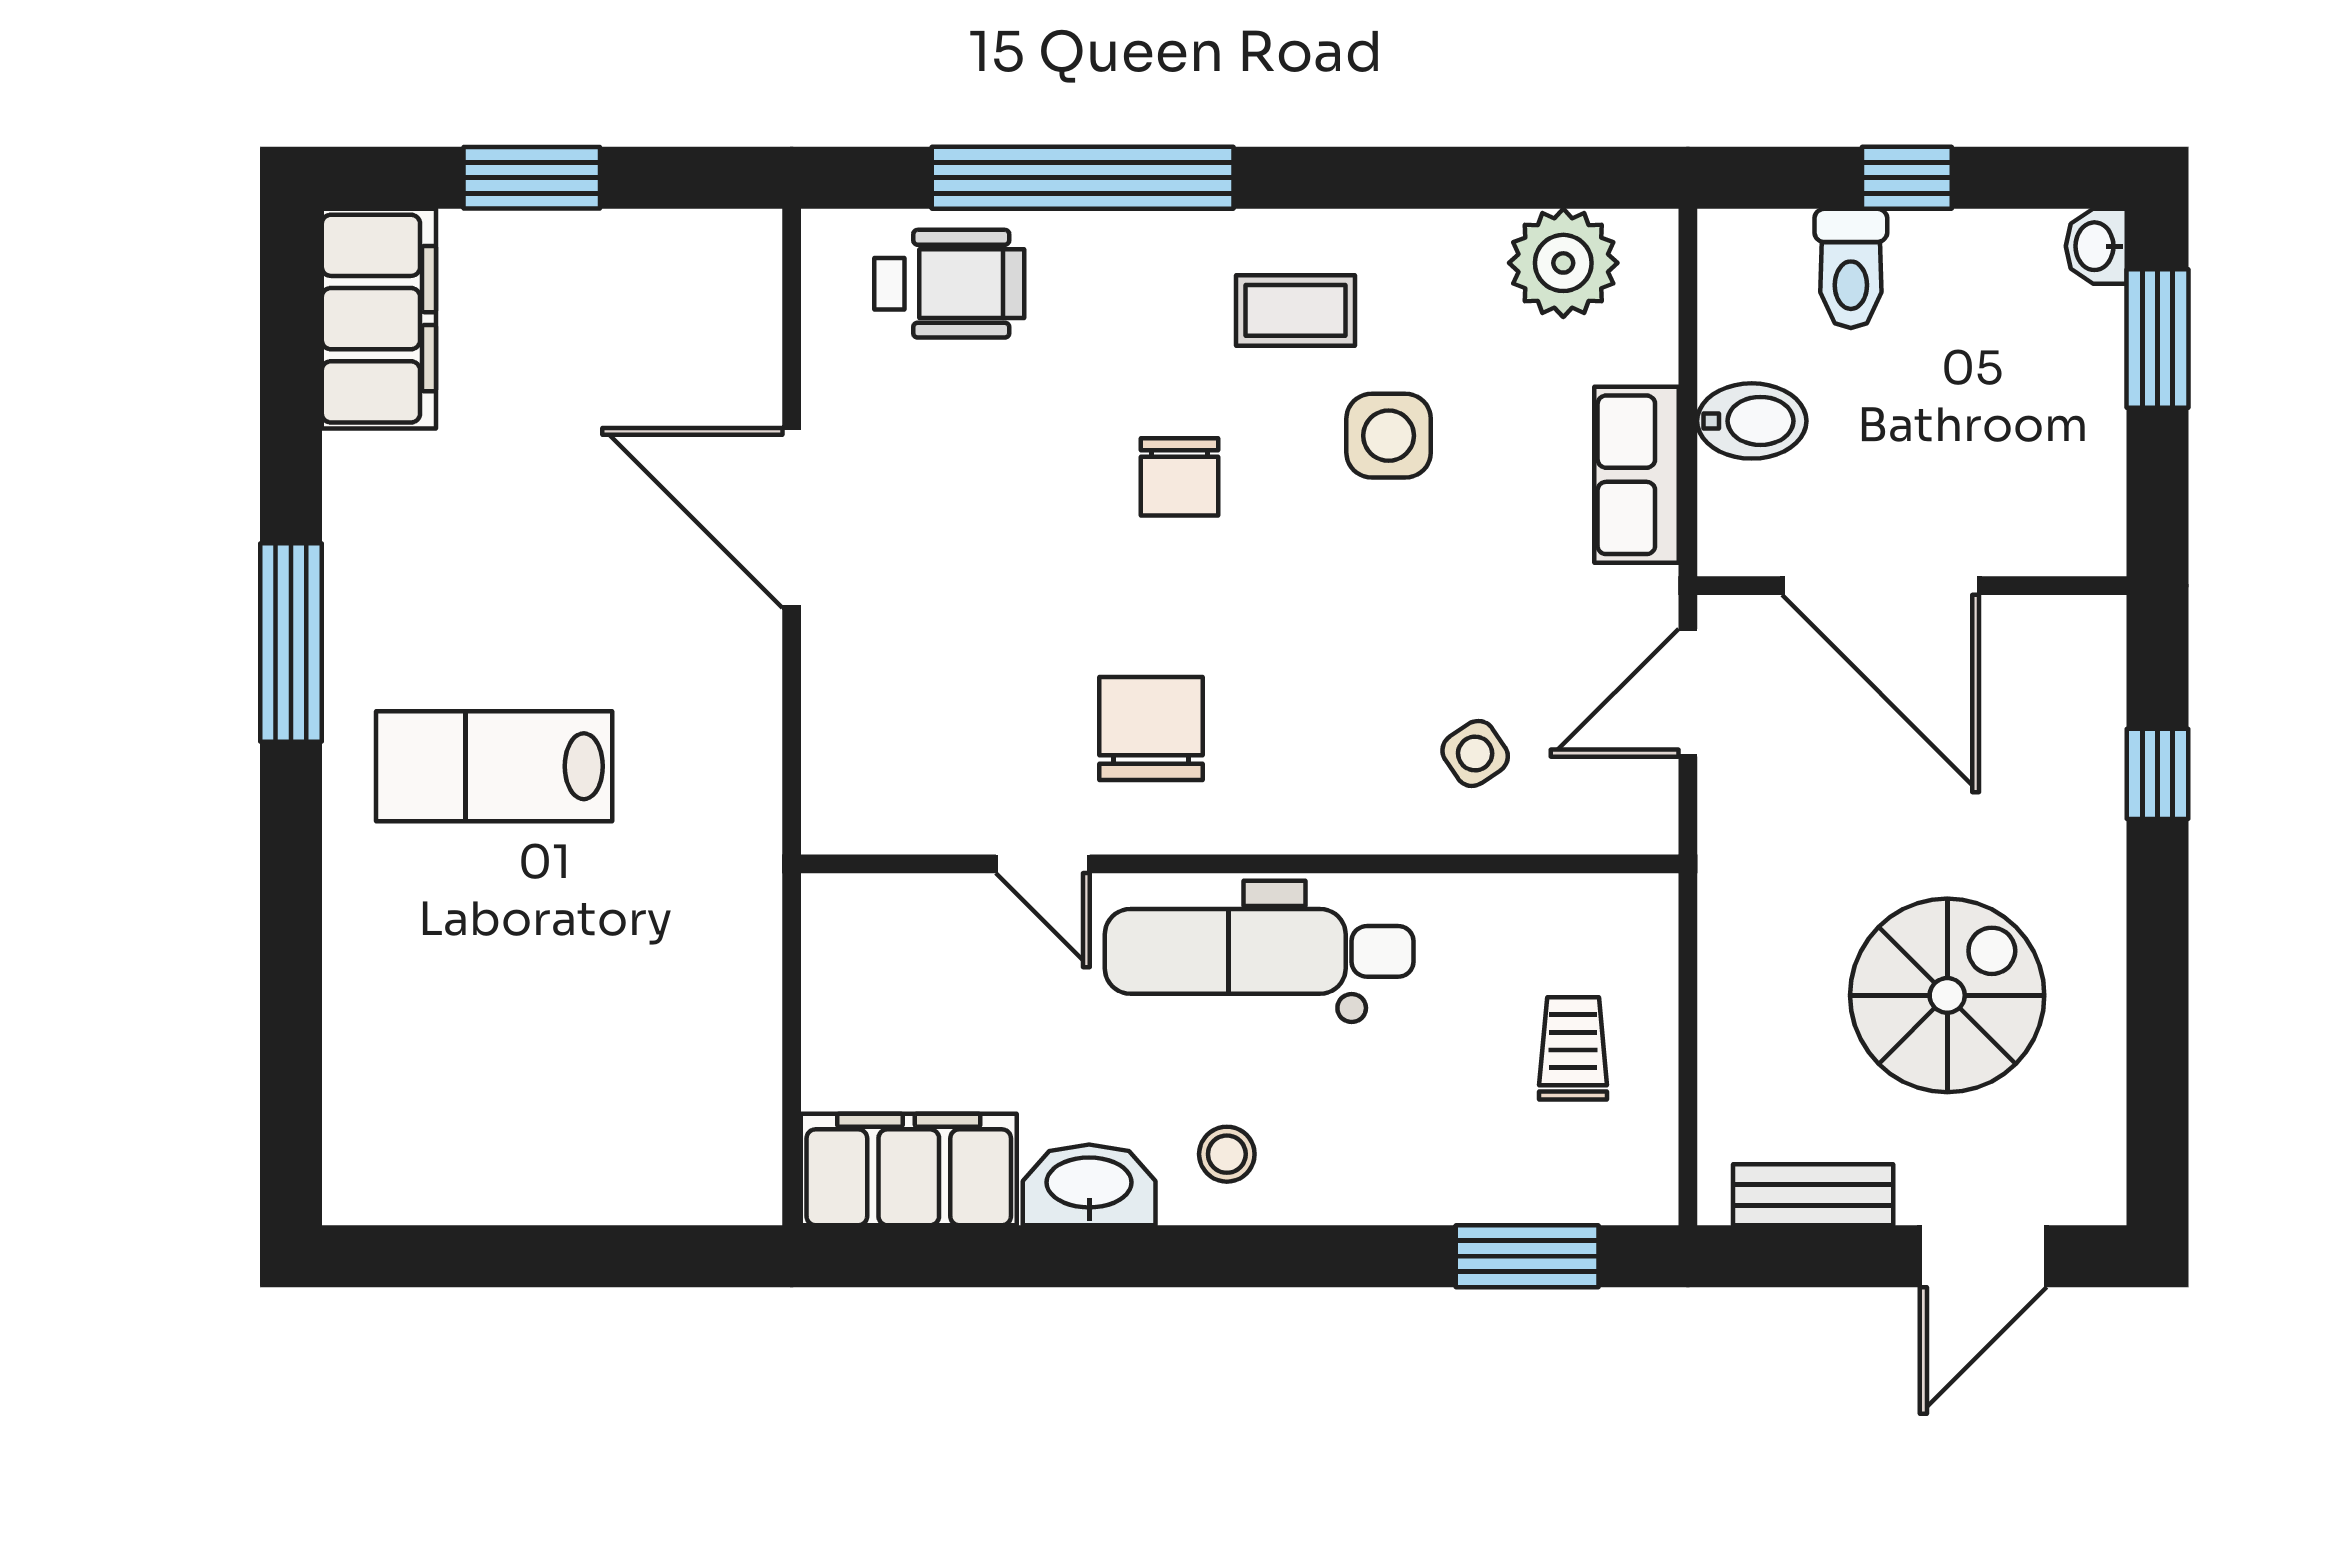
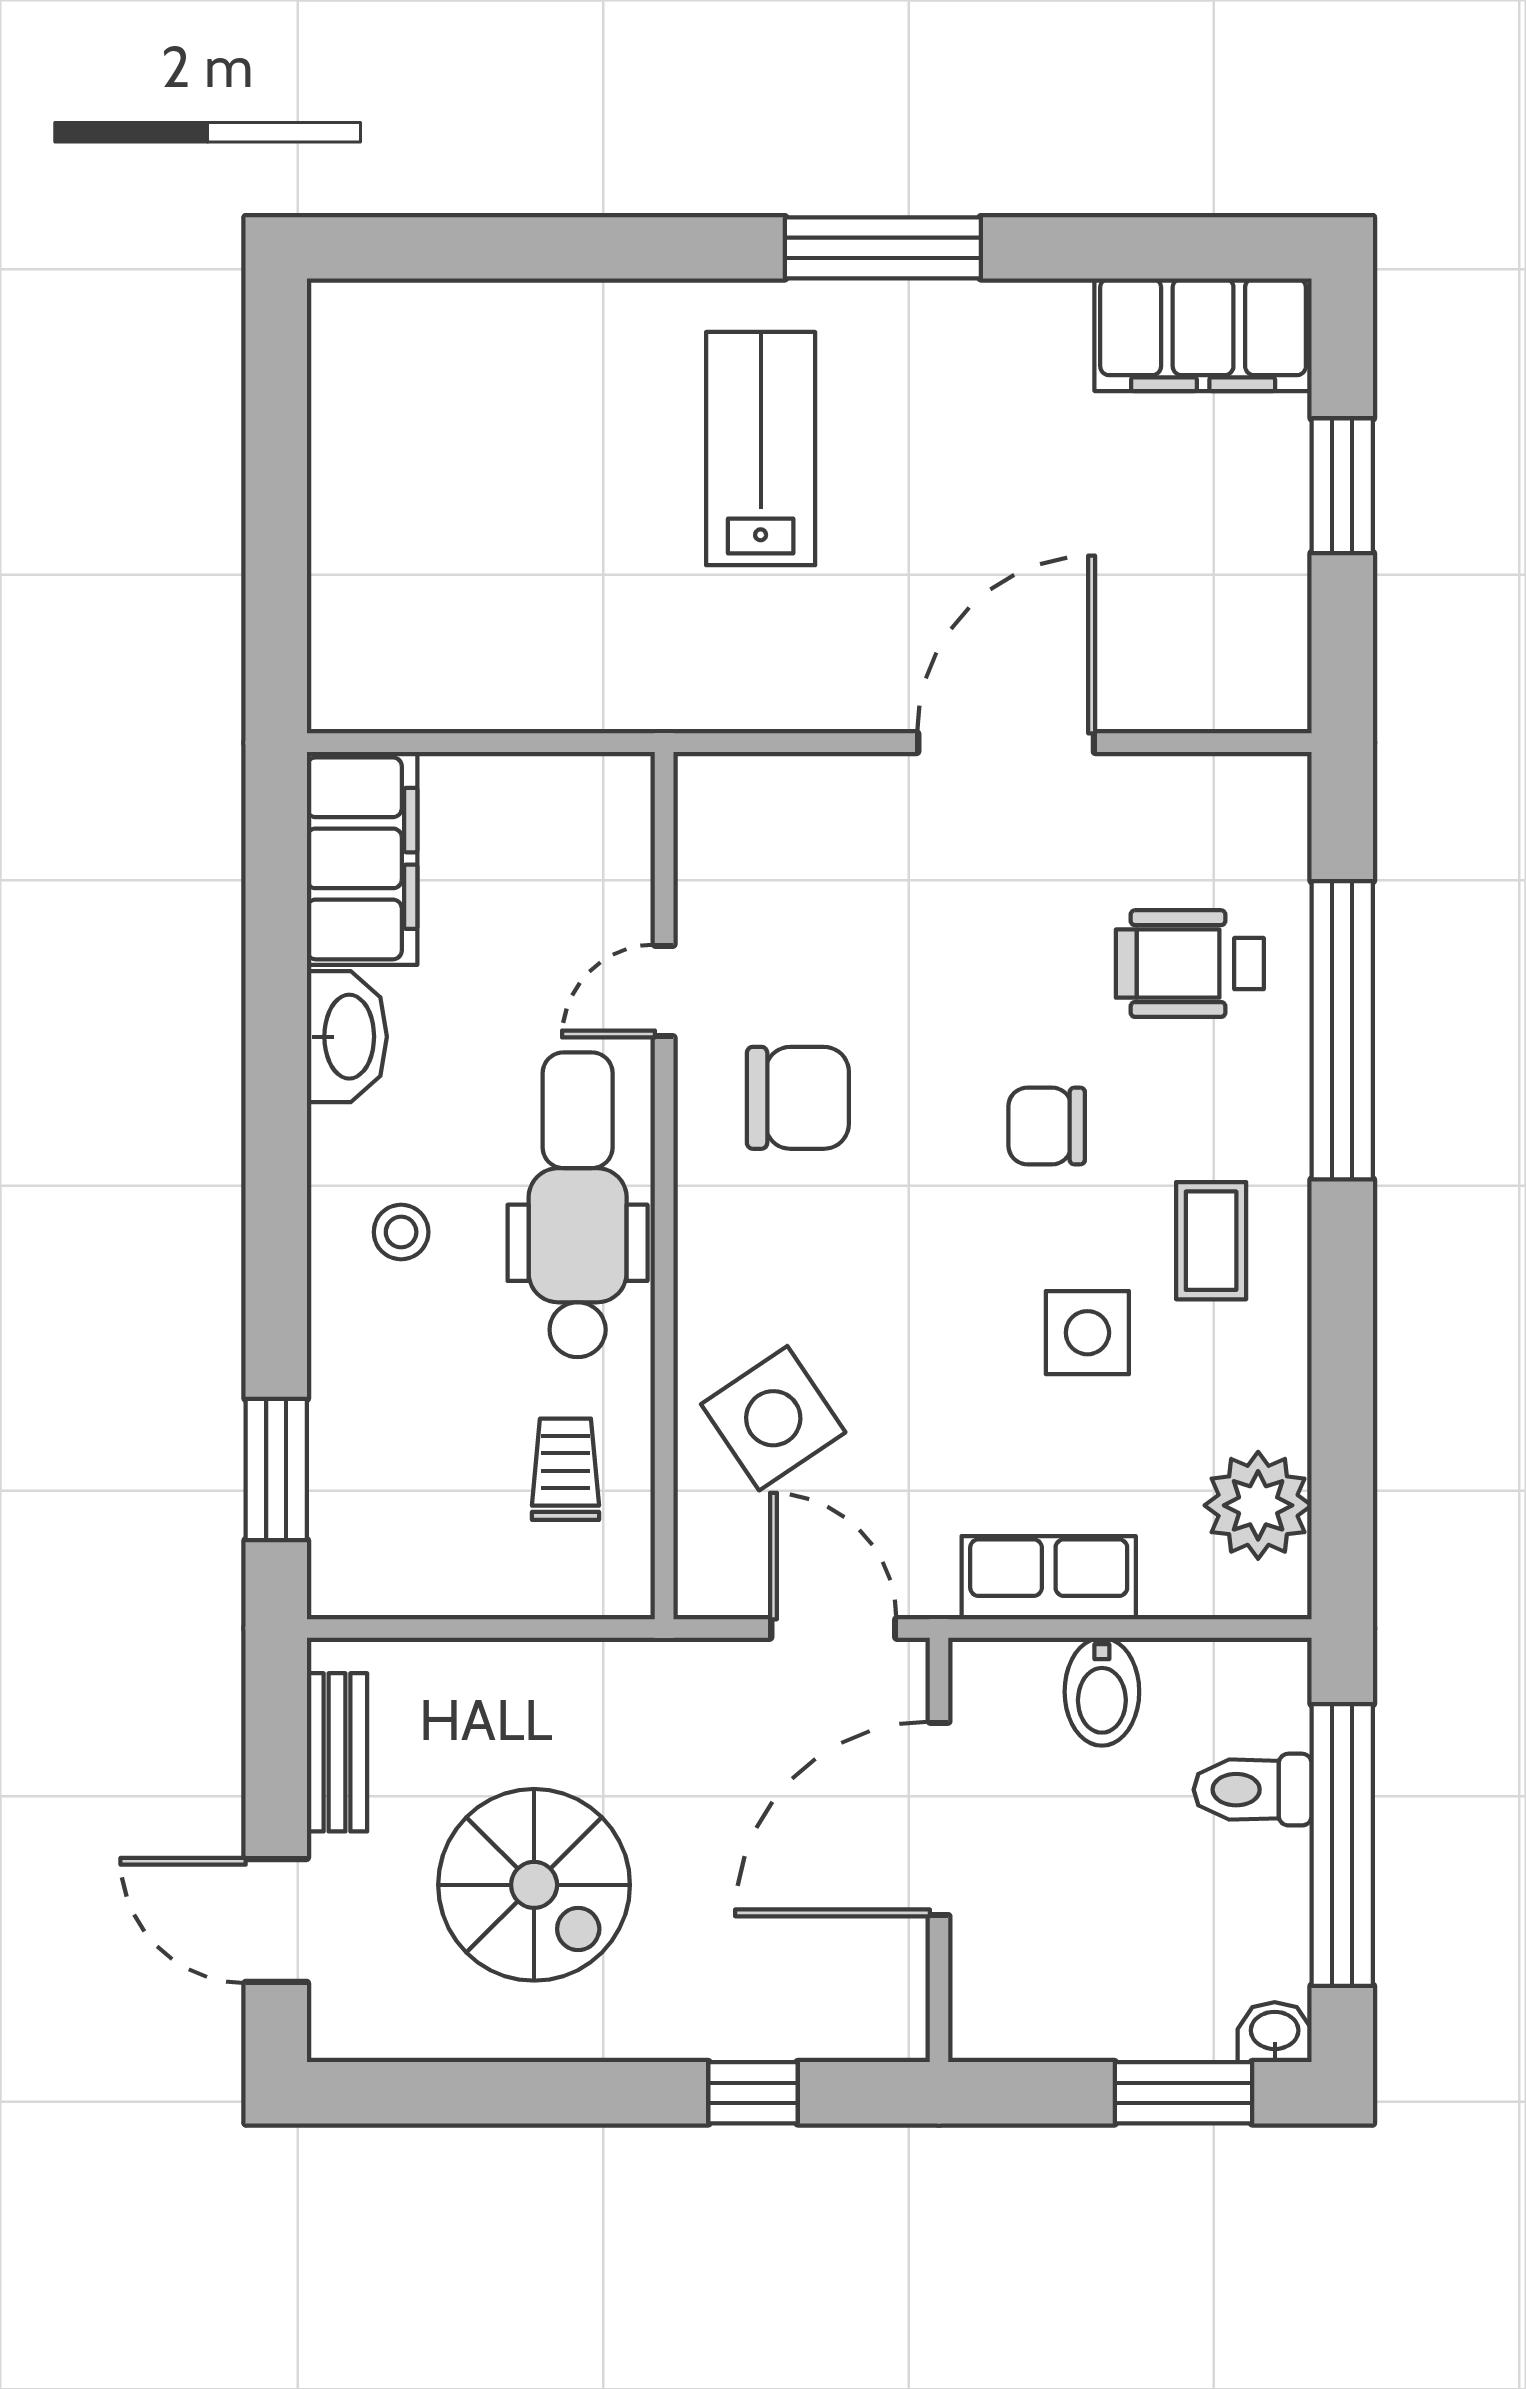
window: (1907, 178) -> (1342, 1845), width x3.17
wheelchair: (949, 284) -> (1190, 964), moved, turned 90
side table: (1475, 753) -> (773, 1418), width x1.87, depth x1.87
trolley: (1573, 1048) -> (565, 1469), moved, turned -90
stool: (1227, 1154) -> (401, 1232), moved

